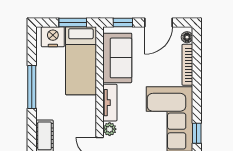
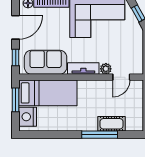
door: (158, 22) -> (16, 27), hinge flipped
window: (32, 87) -> (100, 135), moved

